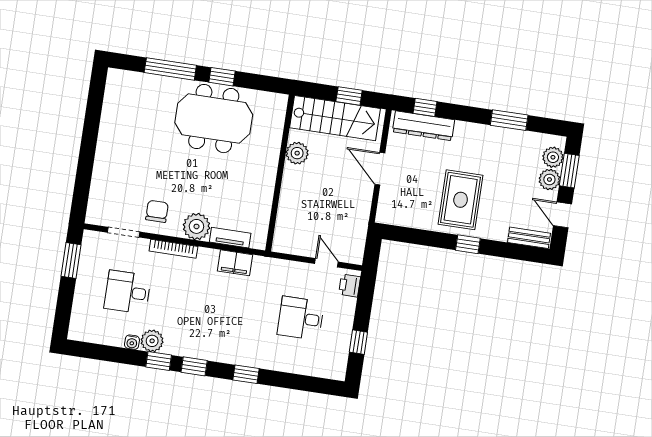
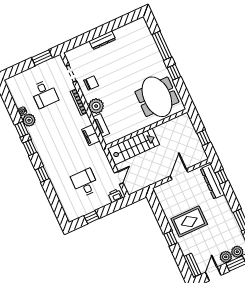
stairs: (335, 118) -> (134, 146), moved, turned -90
meeting table: (214, 119) -> (157, 97), moved
dresser: (104, 153) -> (102, 40), added
plant: (297, 153) -> (161, 131), removed
desk: (128, 292) -> (44, 94), turned 180

